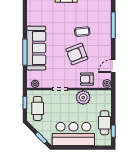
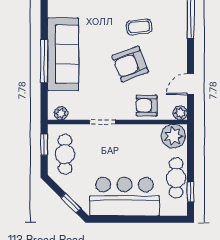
plant: (83, 97) -> (173, 136), moved

